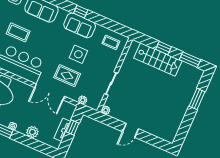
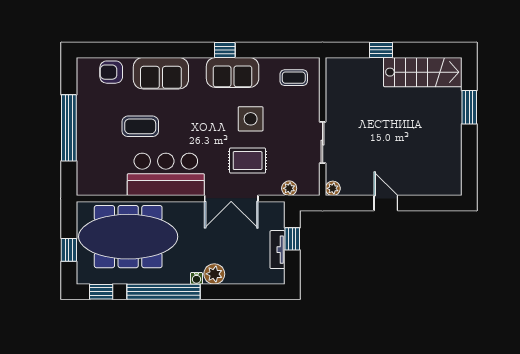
stairs: (158, 60) -> (423, 72), moved
window: (190, 60) -> (431, 50), removed
door: (131, 130) -> (386, 203), swing flipped
plant: (32, 132) -> (214, 274), moved

